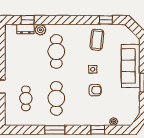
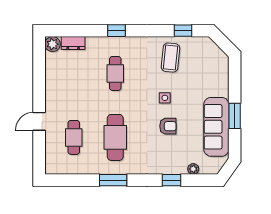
window: (28, 20) -> (116, 31), moved
plant: (40, 30) -> (53, 44), moved
cafe table: (56, 51) -> (115, 73), width x0.73, depth x0.74
sofa: (131, 66) -> (216, 127), moved

